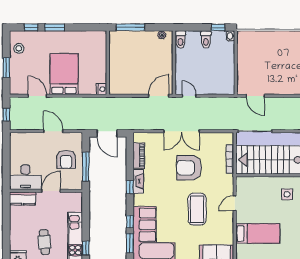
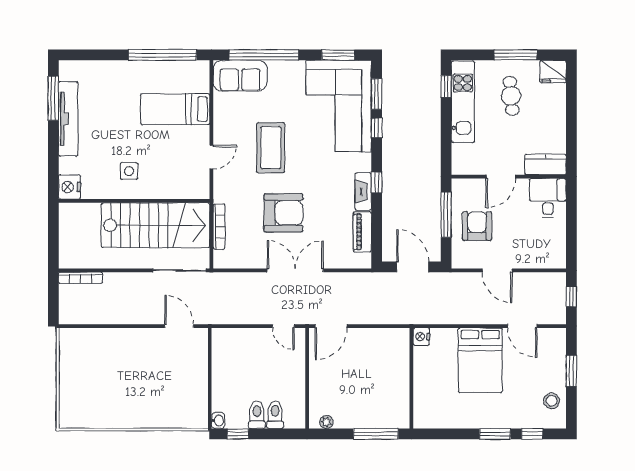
toilet: (180, 40) -> (275, 415), moved
desk: (25, 177) -> (548, 198), width x0.73

